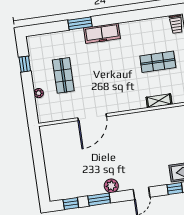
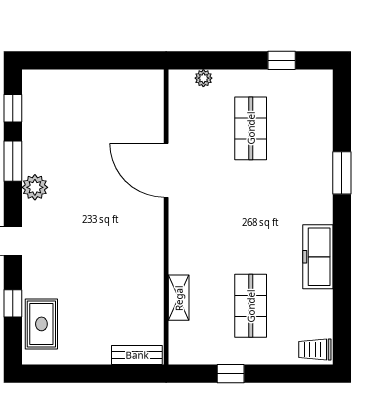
freezer: (102, 33) -> (318, 257), moved
shop shelf: (63, 75) -> (251, 128), turned 90
plant: (39, 93) -> (203, 78), moved

